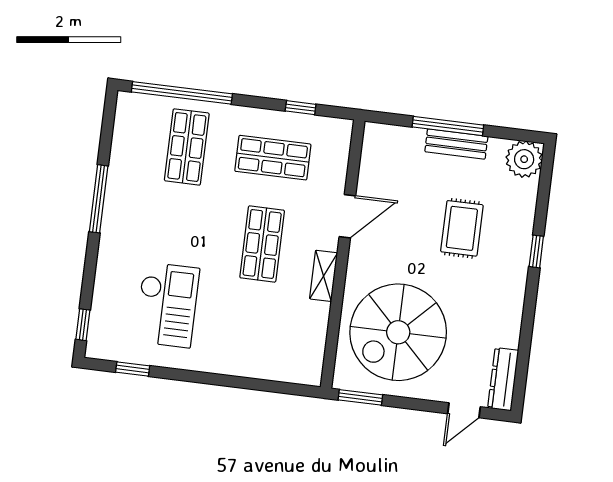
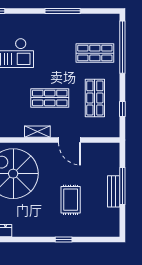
plant: (524, 159) -> (110, 227), removed
rug: (462, 228) -> (71, 200), turned 90

